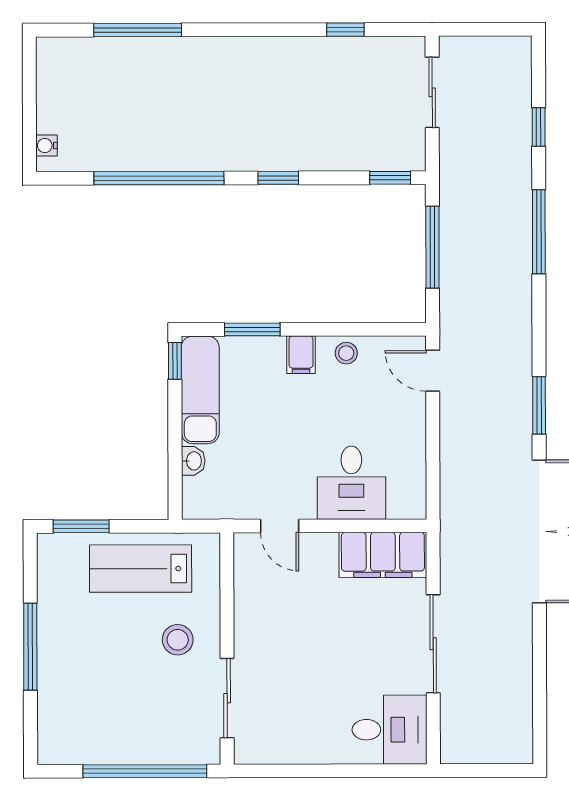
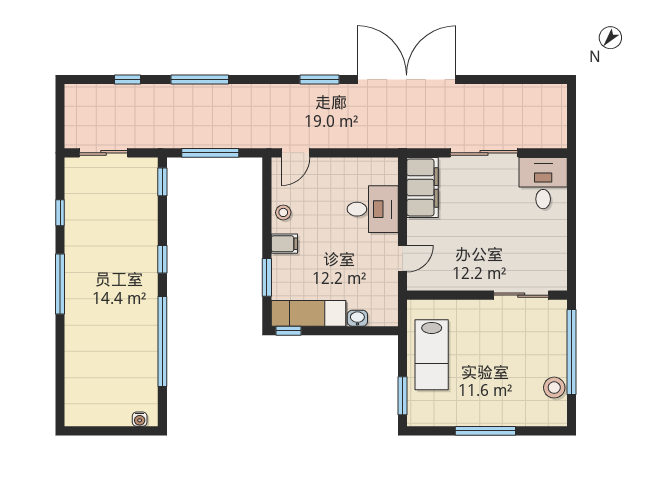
window: (138, 30) -> (60, 284), moved
stool: (178, 640) -> (554, 388), moved

